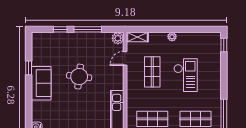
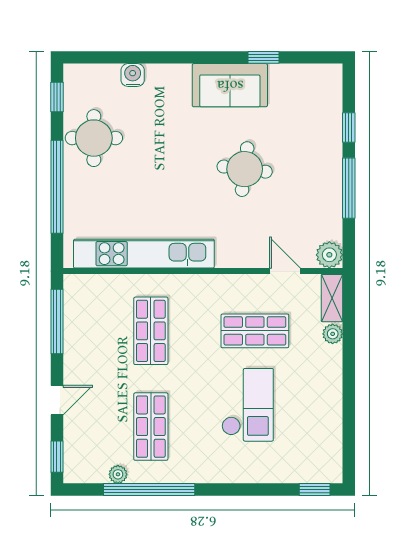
plant: (172, 37) -> (333, 334), moved
checkout: (186, 75) -> (248, 405), turned -90

